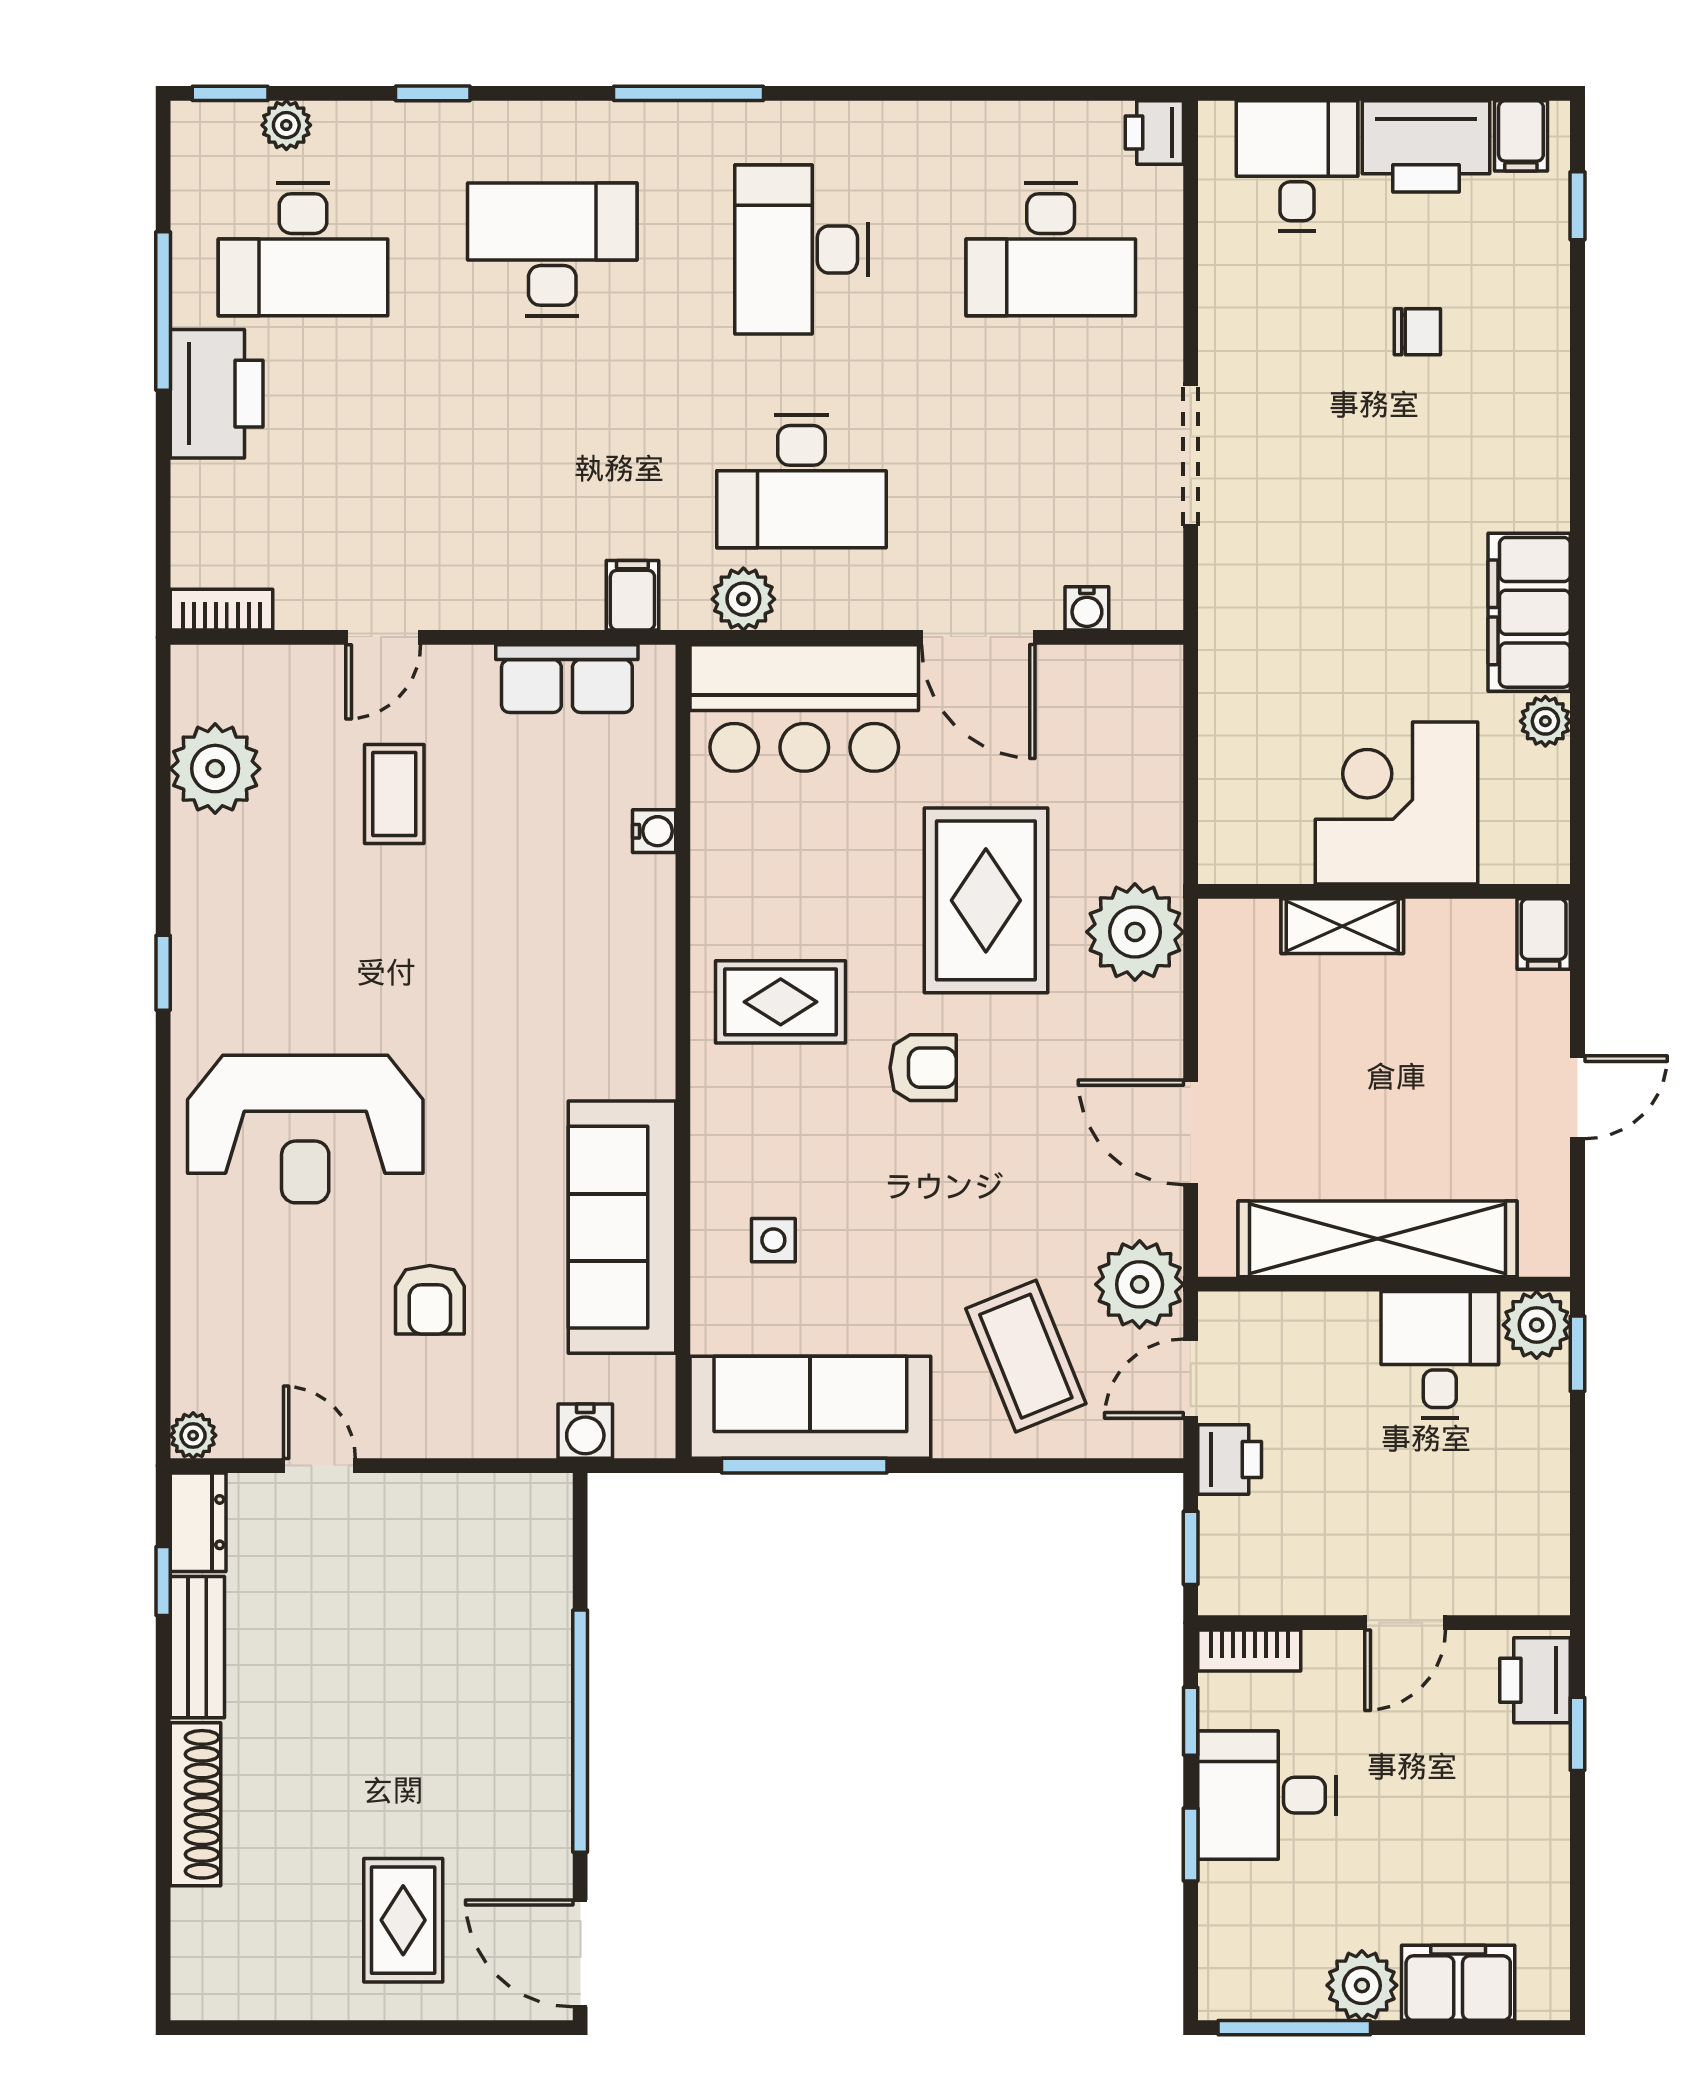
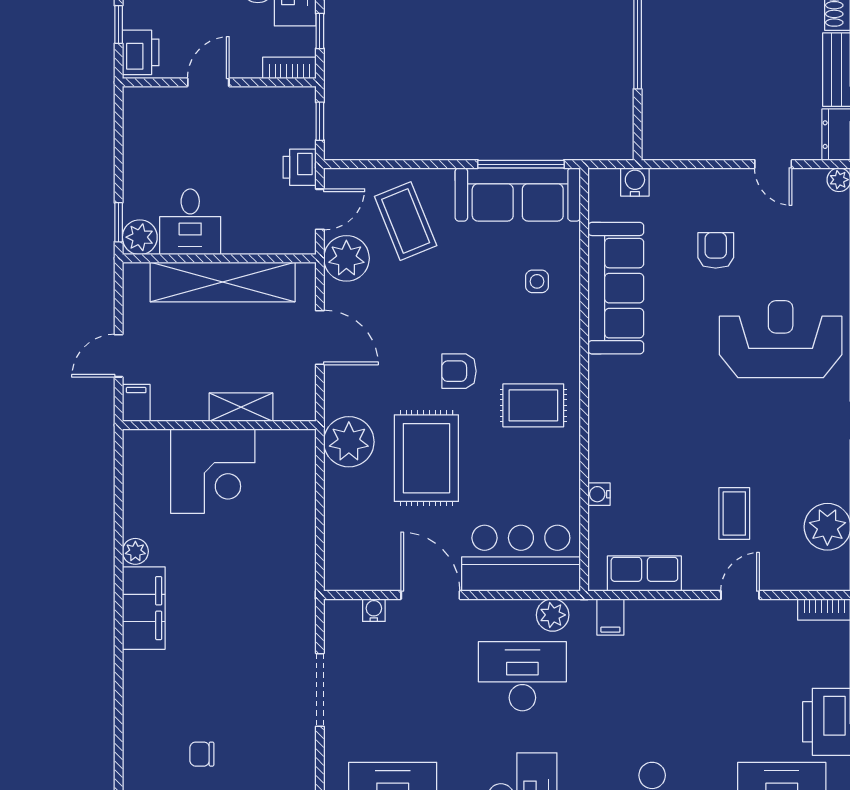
corner desk: (1396, 803) -> (213, 471), moved
wall: (1384, 891) -> (219, 425), moved
shelving: (1342, 926) -> (241, 407), moved
filing cabinet: (1544, 934) -> (136, 403), moved

